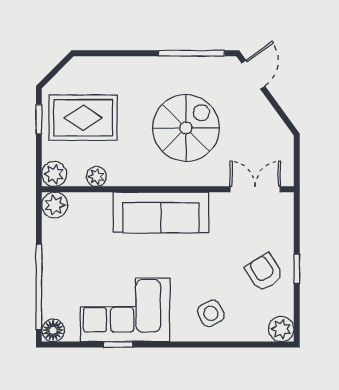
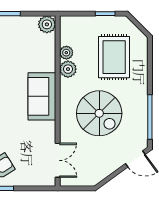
rug: (83, 118) -> (114, 57), moved
plant: (54, 174) -> (68, 69), moved
sofa: (161, 212) -> (42, 96), width x0.73

